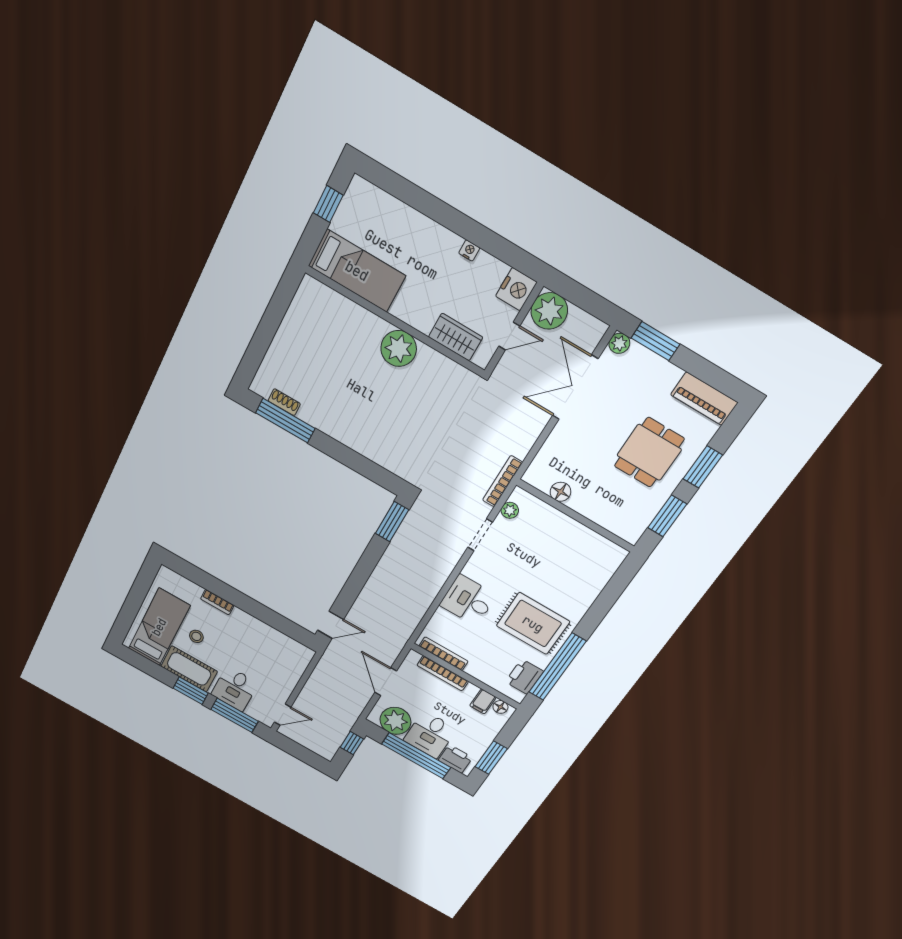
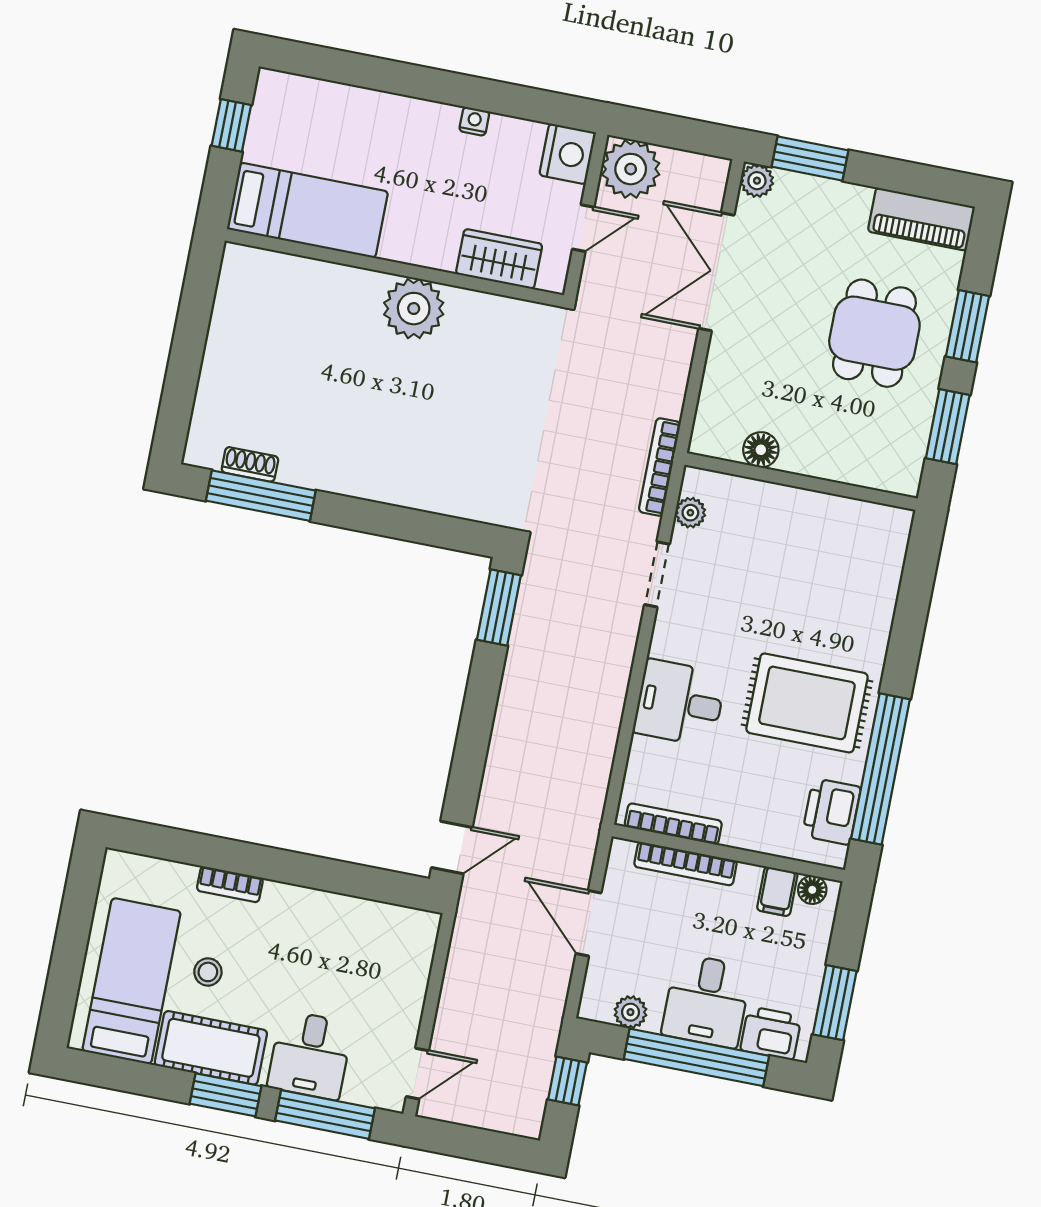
plant: (395, 721) -> (630, 1012), width x0.53, depth x0.53

